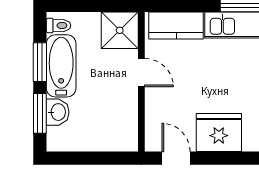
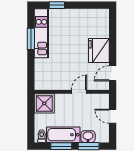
kitchen counter: (176, 26) -> (42, 73), removed
door: (141, 73) -> (79, 92), moved
door: (96, 158) -> (113, 116), added

